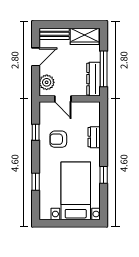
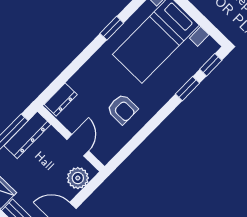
window: (36, 132) -> (211, 65), moved
dresser: (94, 137) -> (61, 100), moved

